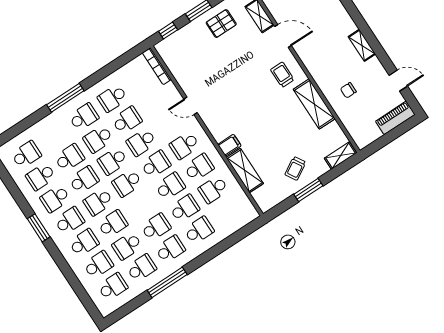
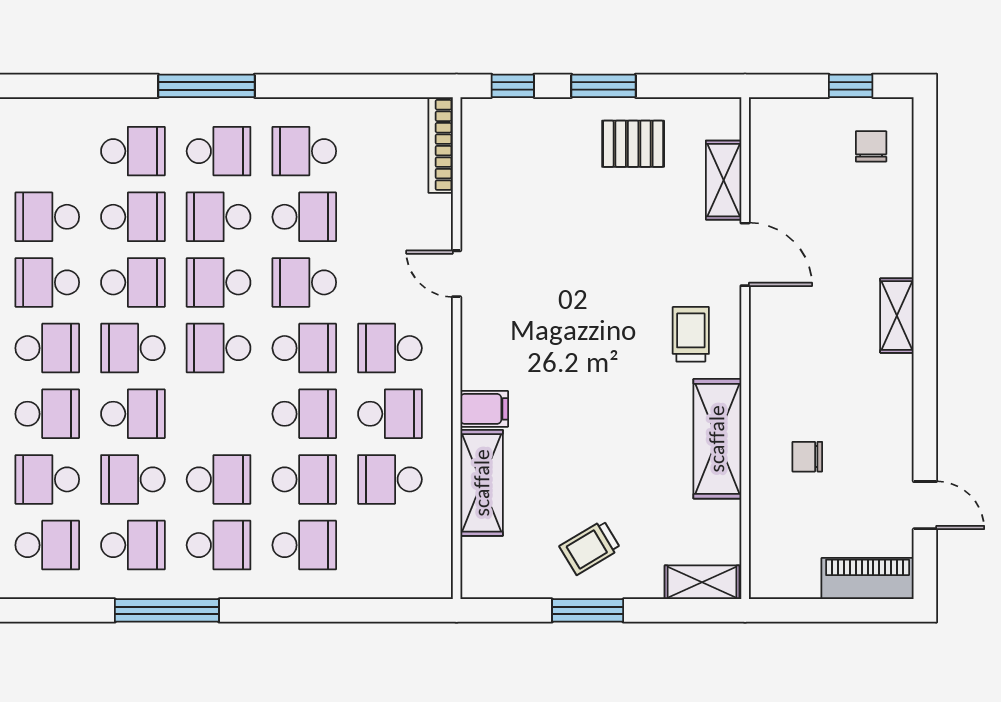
shelving: (362, 45) -> (897, 316), moved
school desk: (26, 155) -> (133, 151), moved
school desk: (98, 265) -> (47, 479), turned 180

